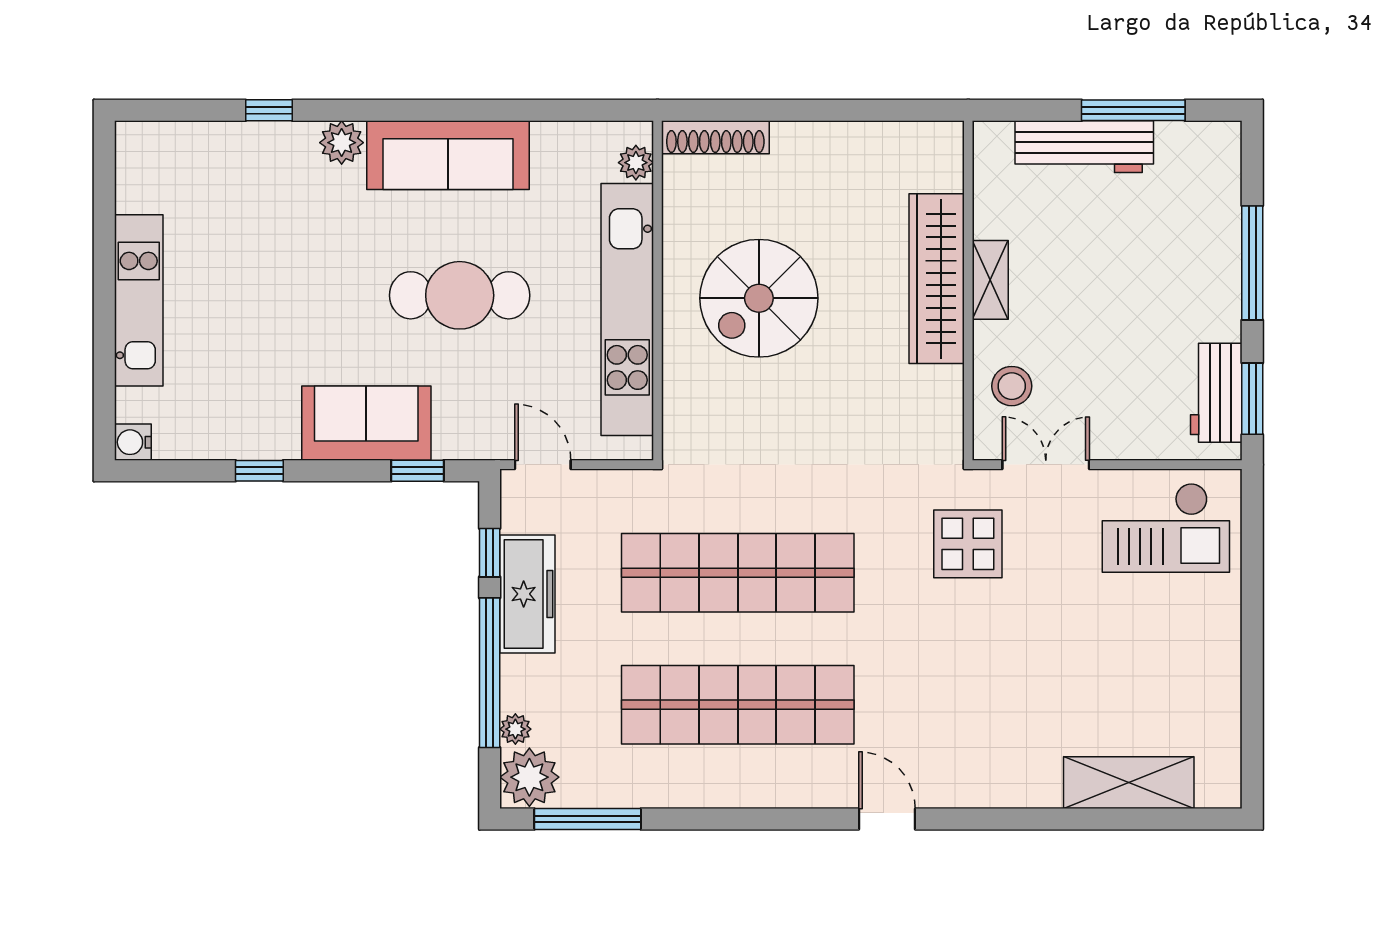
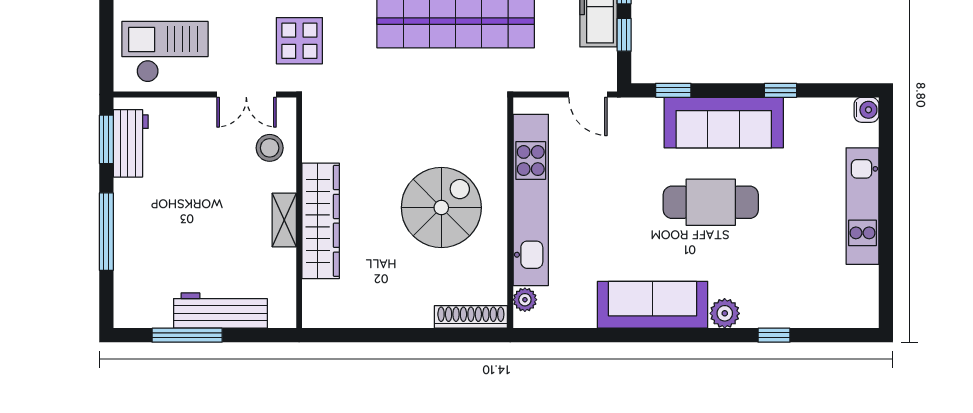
cafe table: (460, 295) -> (711, 202), moved
sofa: (366, 423) -> (724, 123), width x1.36

